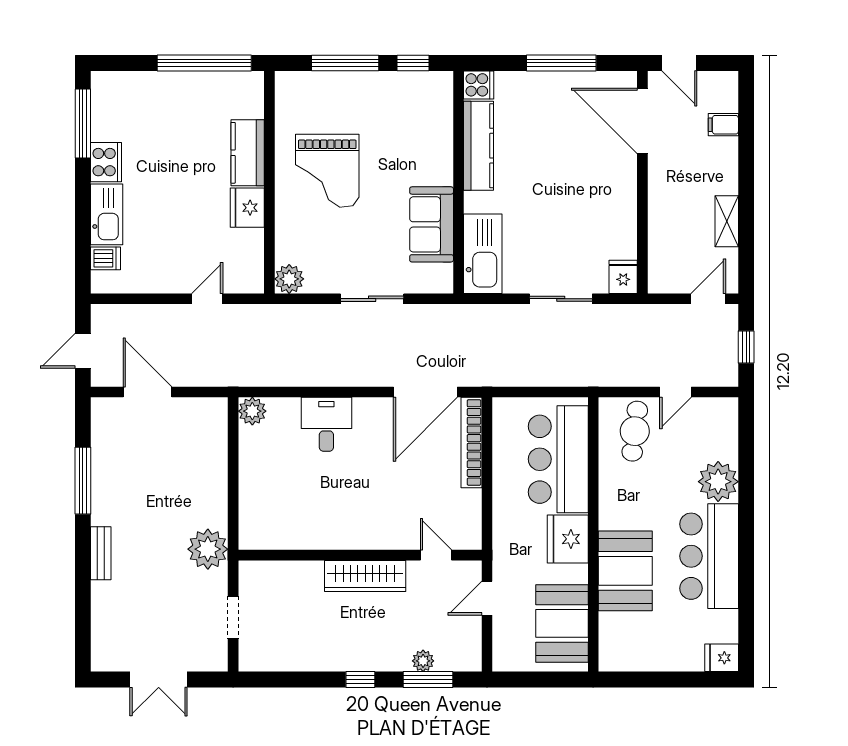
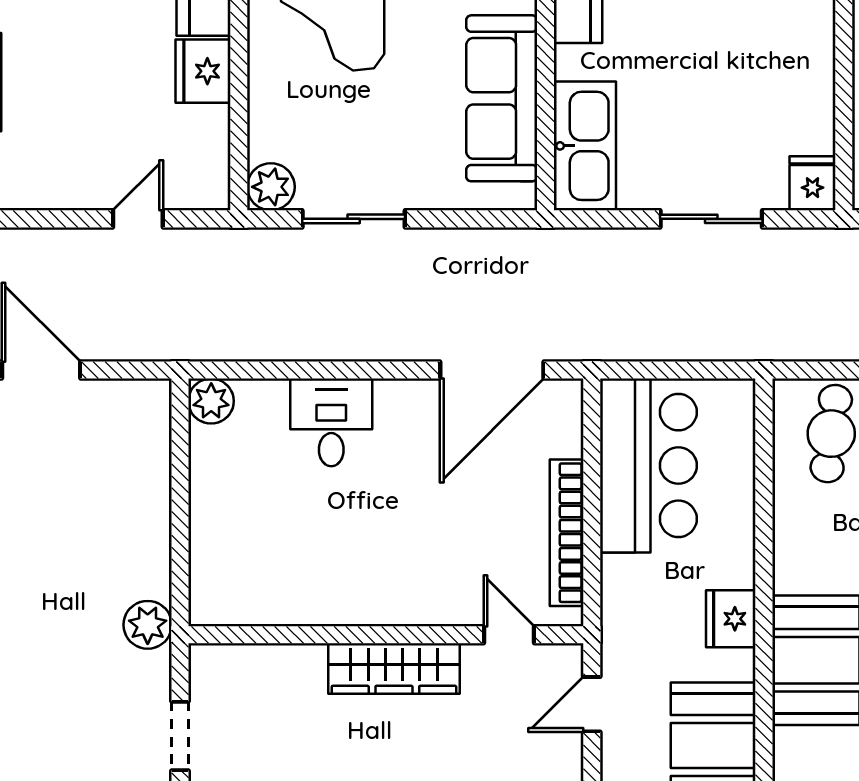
sofa: (432, 224) -> (502, 98), width x1.36
sliding door: (372, 299) -> (354, 219), moved
bookcase: (472, 442) -> (567, 533), moved
bar counter: (558, 459) -> (648, 465), moved, turned 180
fridge: (568, 539) -> (731, 619), width x0.73, depth x0.75
plant: (208, 549) -> (148, 625), width x0.73, depth x0.73

